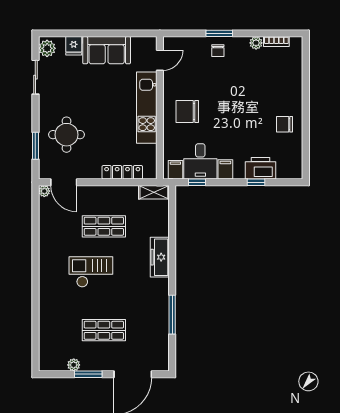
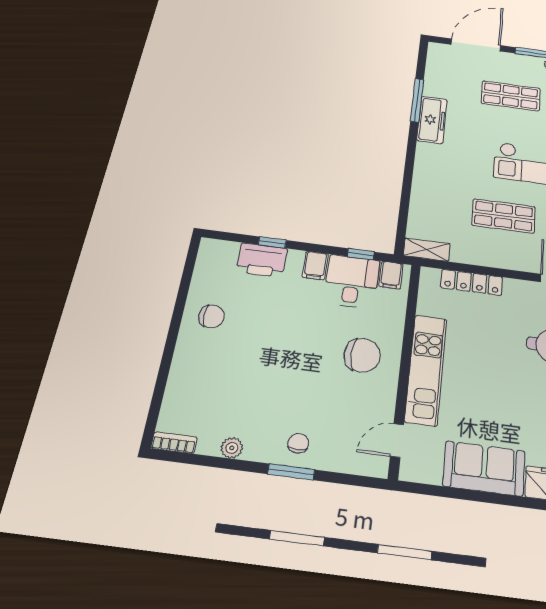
bookcase: (276, 42) -> (174, 443), moved
freezer: (160, 257) -> (432, 120), moved

